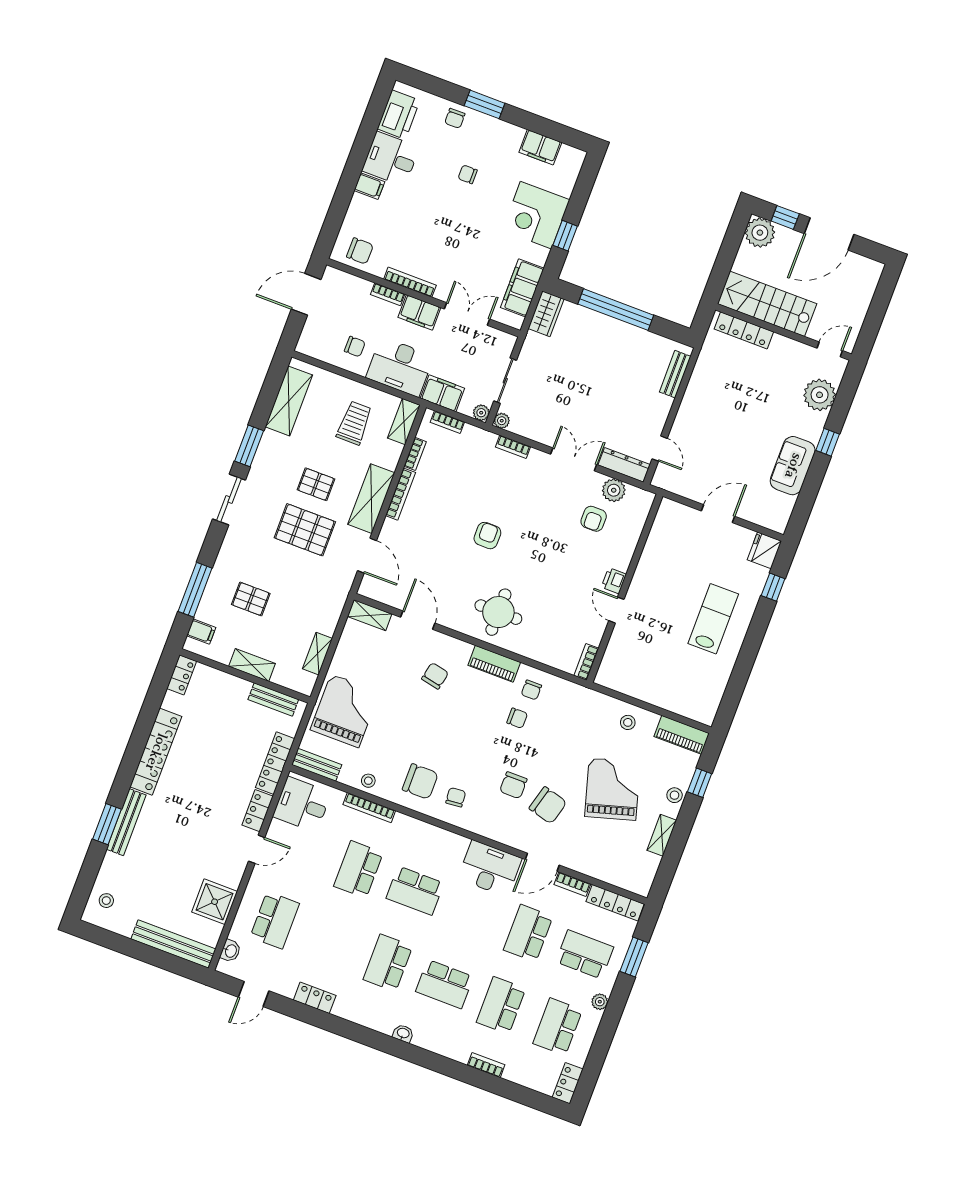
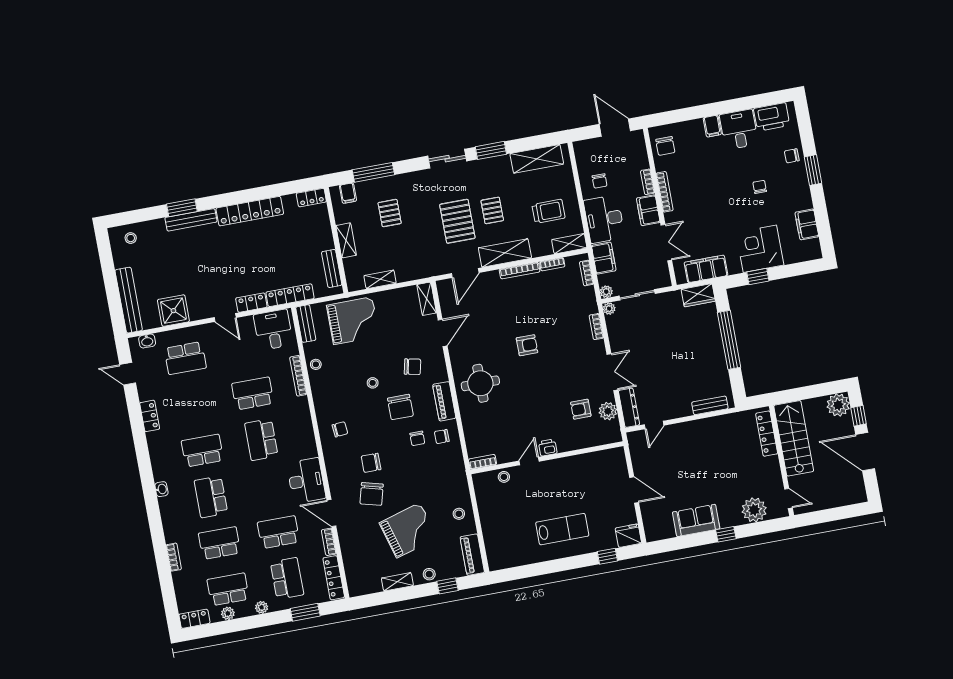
stool: (617, 648) -> (504, 477), added
stool: (426, 730) -> (373, 383), added
chair: (420, 782) -> (400, 407), moved
plant: (584, 1043) -> (228, 613), added

